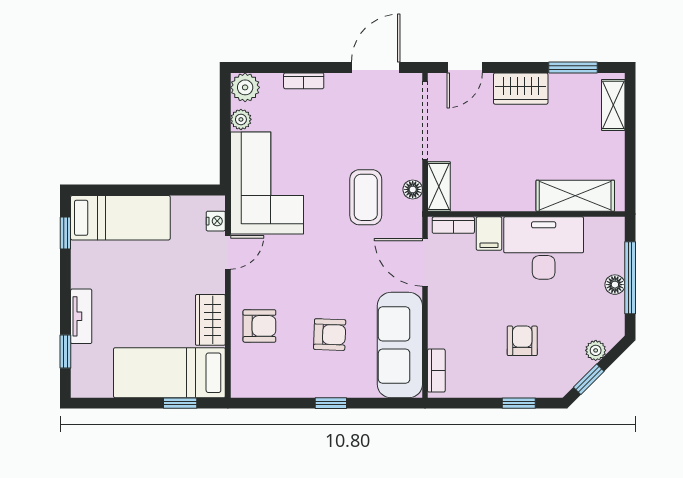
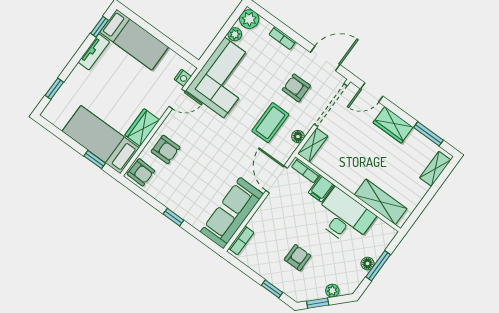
armchair: (366, 130) -> (296, 88), added
window: (630, 278) -> (378, 266), width x0.69
tv unit: (81, 316) -> (94, 52), moved
armchair: (330, 335) -> (141, 172), moved

